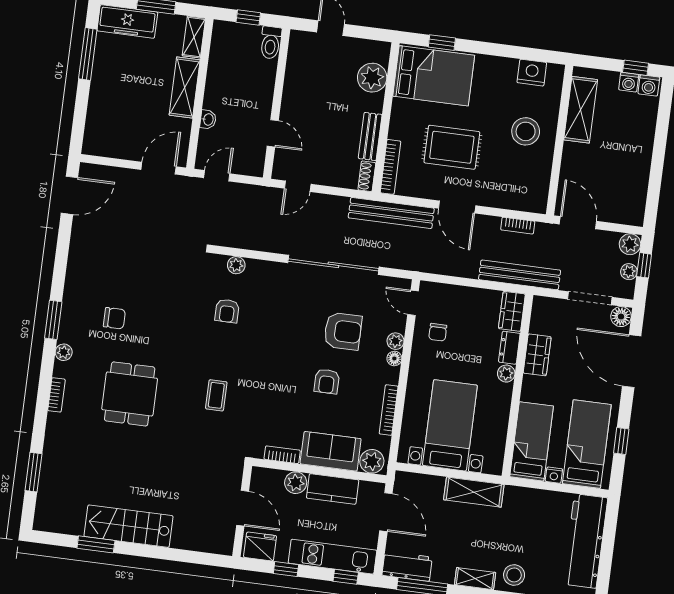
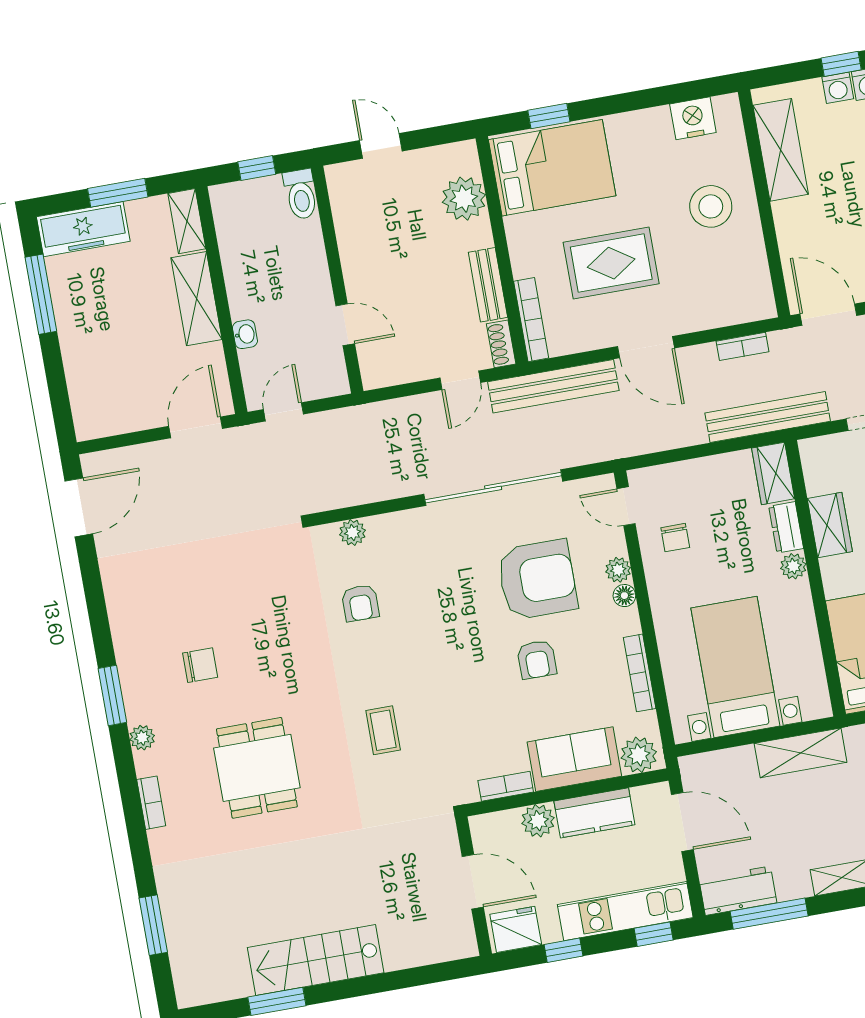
door: (298, 186) -> (460, 380), moved
armchair: (343, 331) -> (537, 580), width x1.36, depth x1.36

